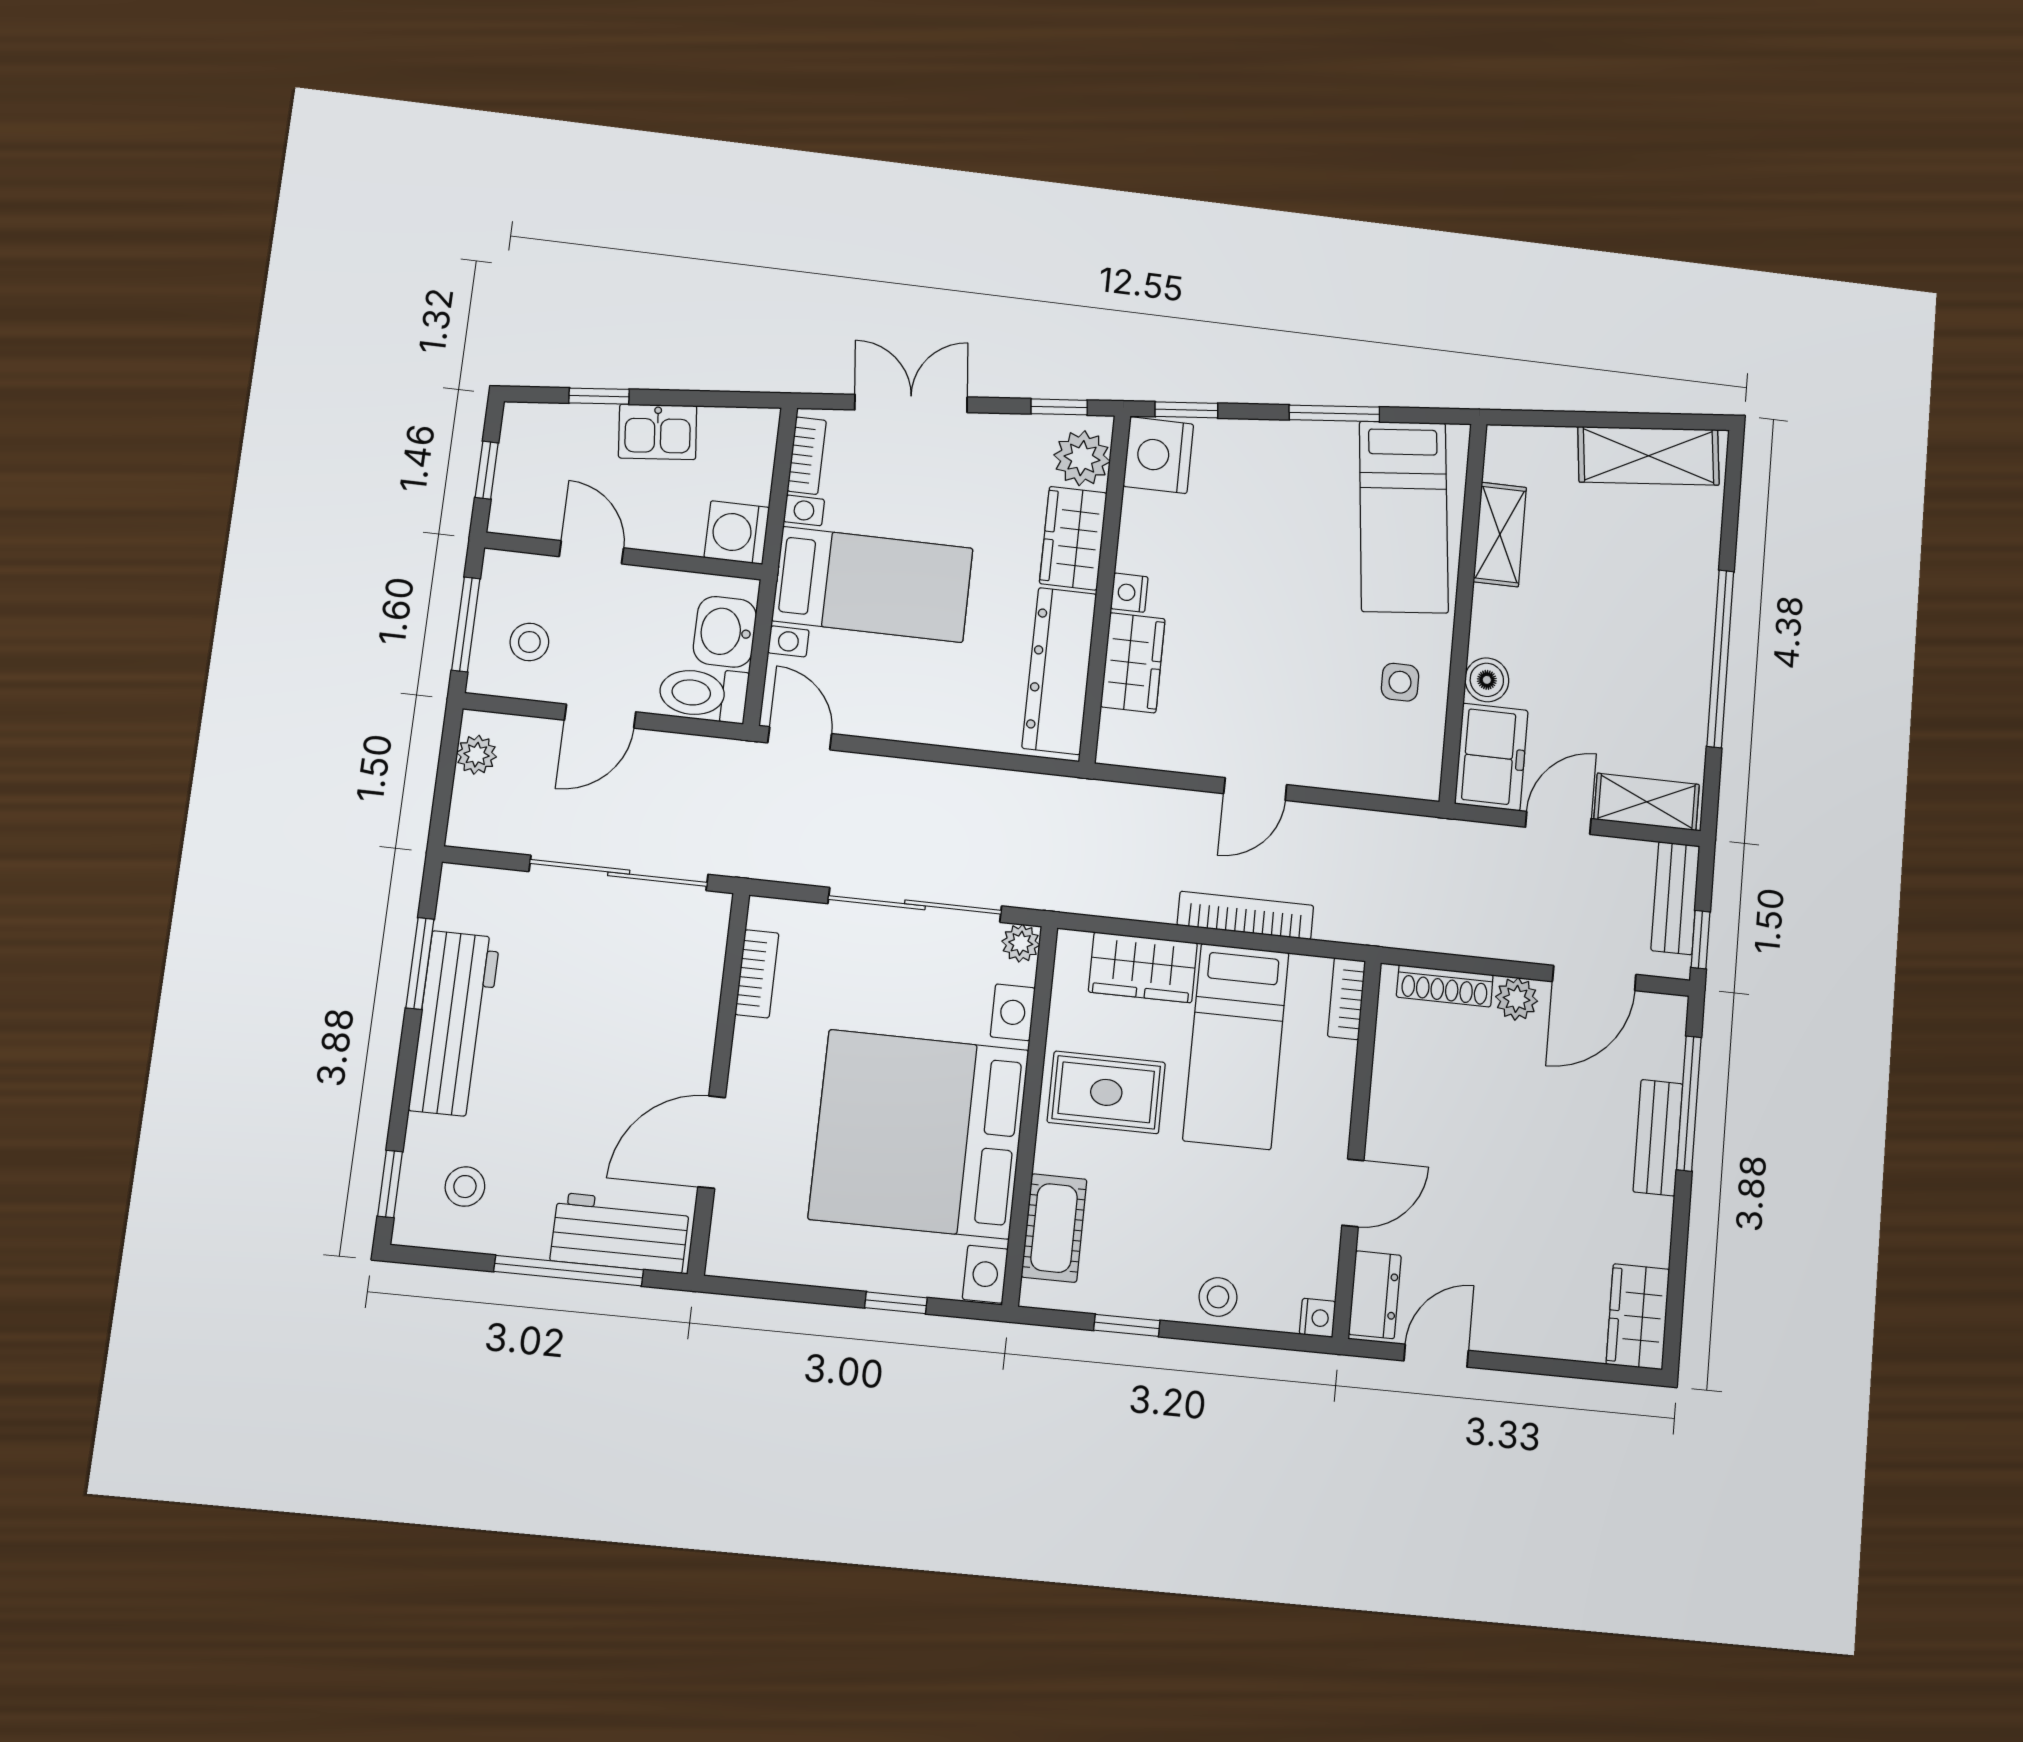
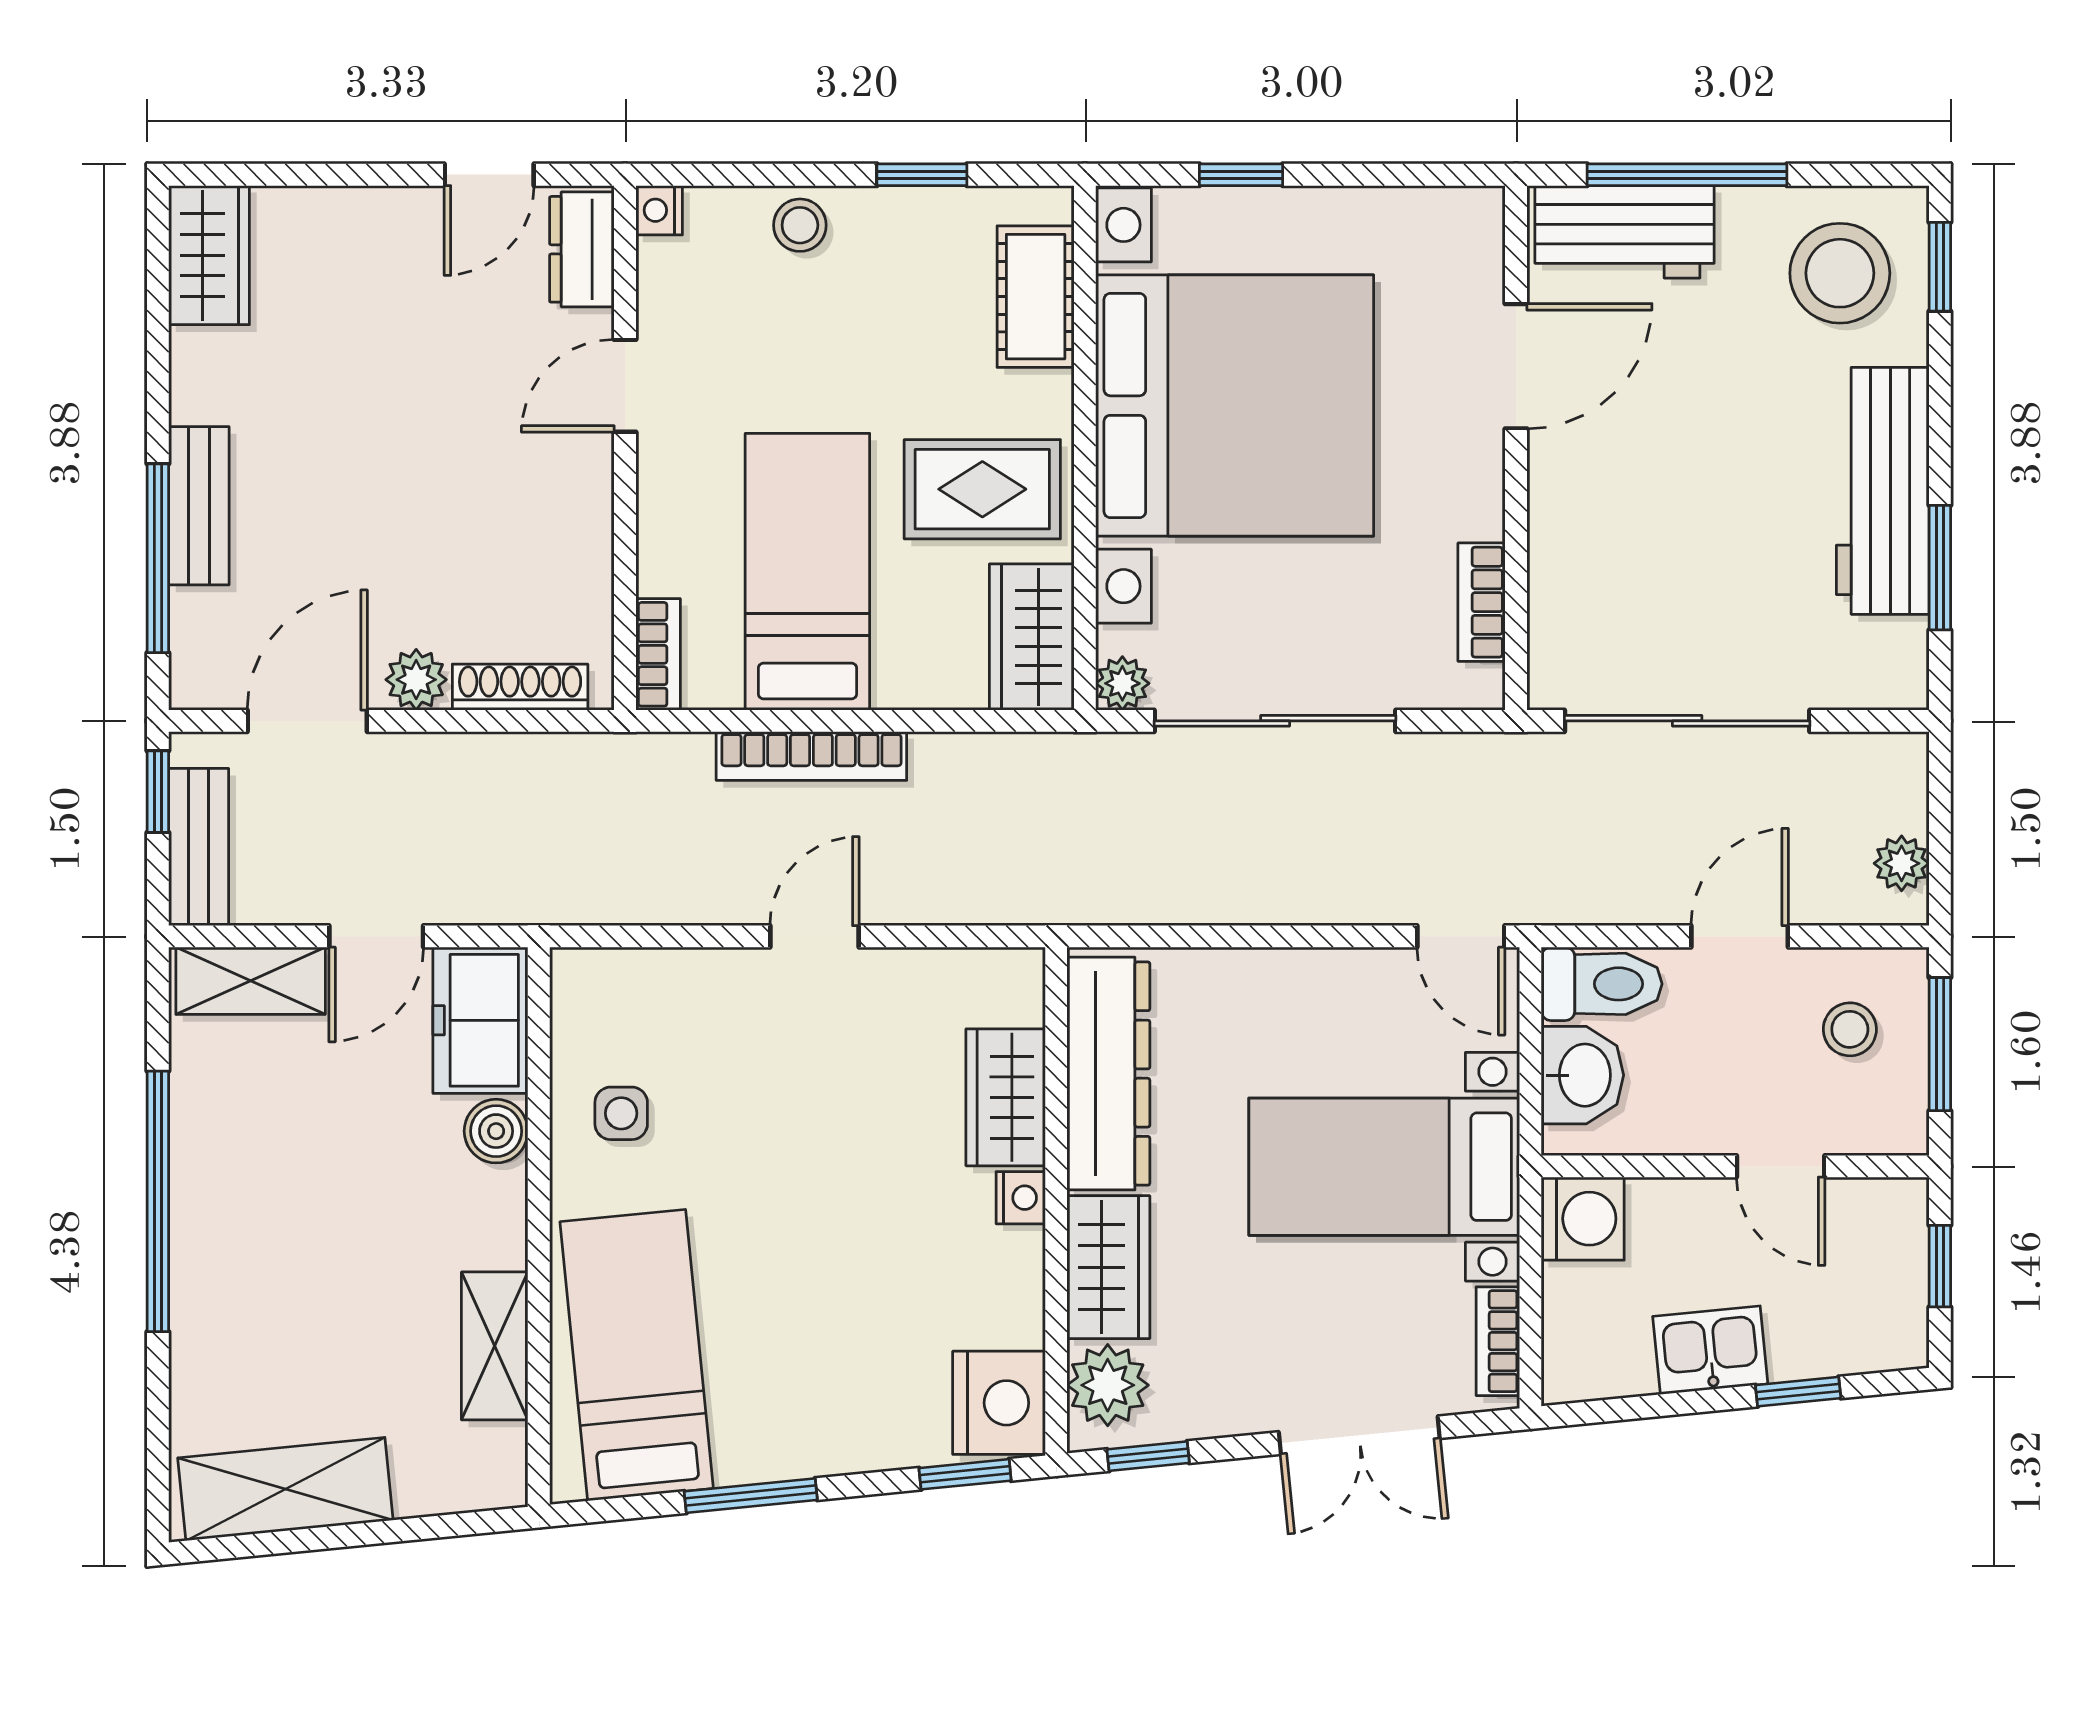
wardrobe: (1143, 967) -> (1032, 637), moved, turned -90
stool: (465, 1187) -> (1840, 273), width x1.89, depth x1.89

